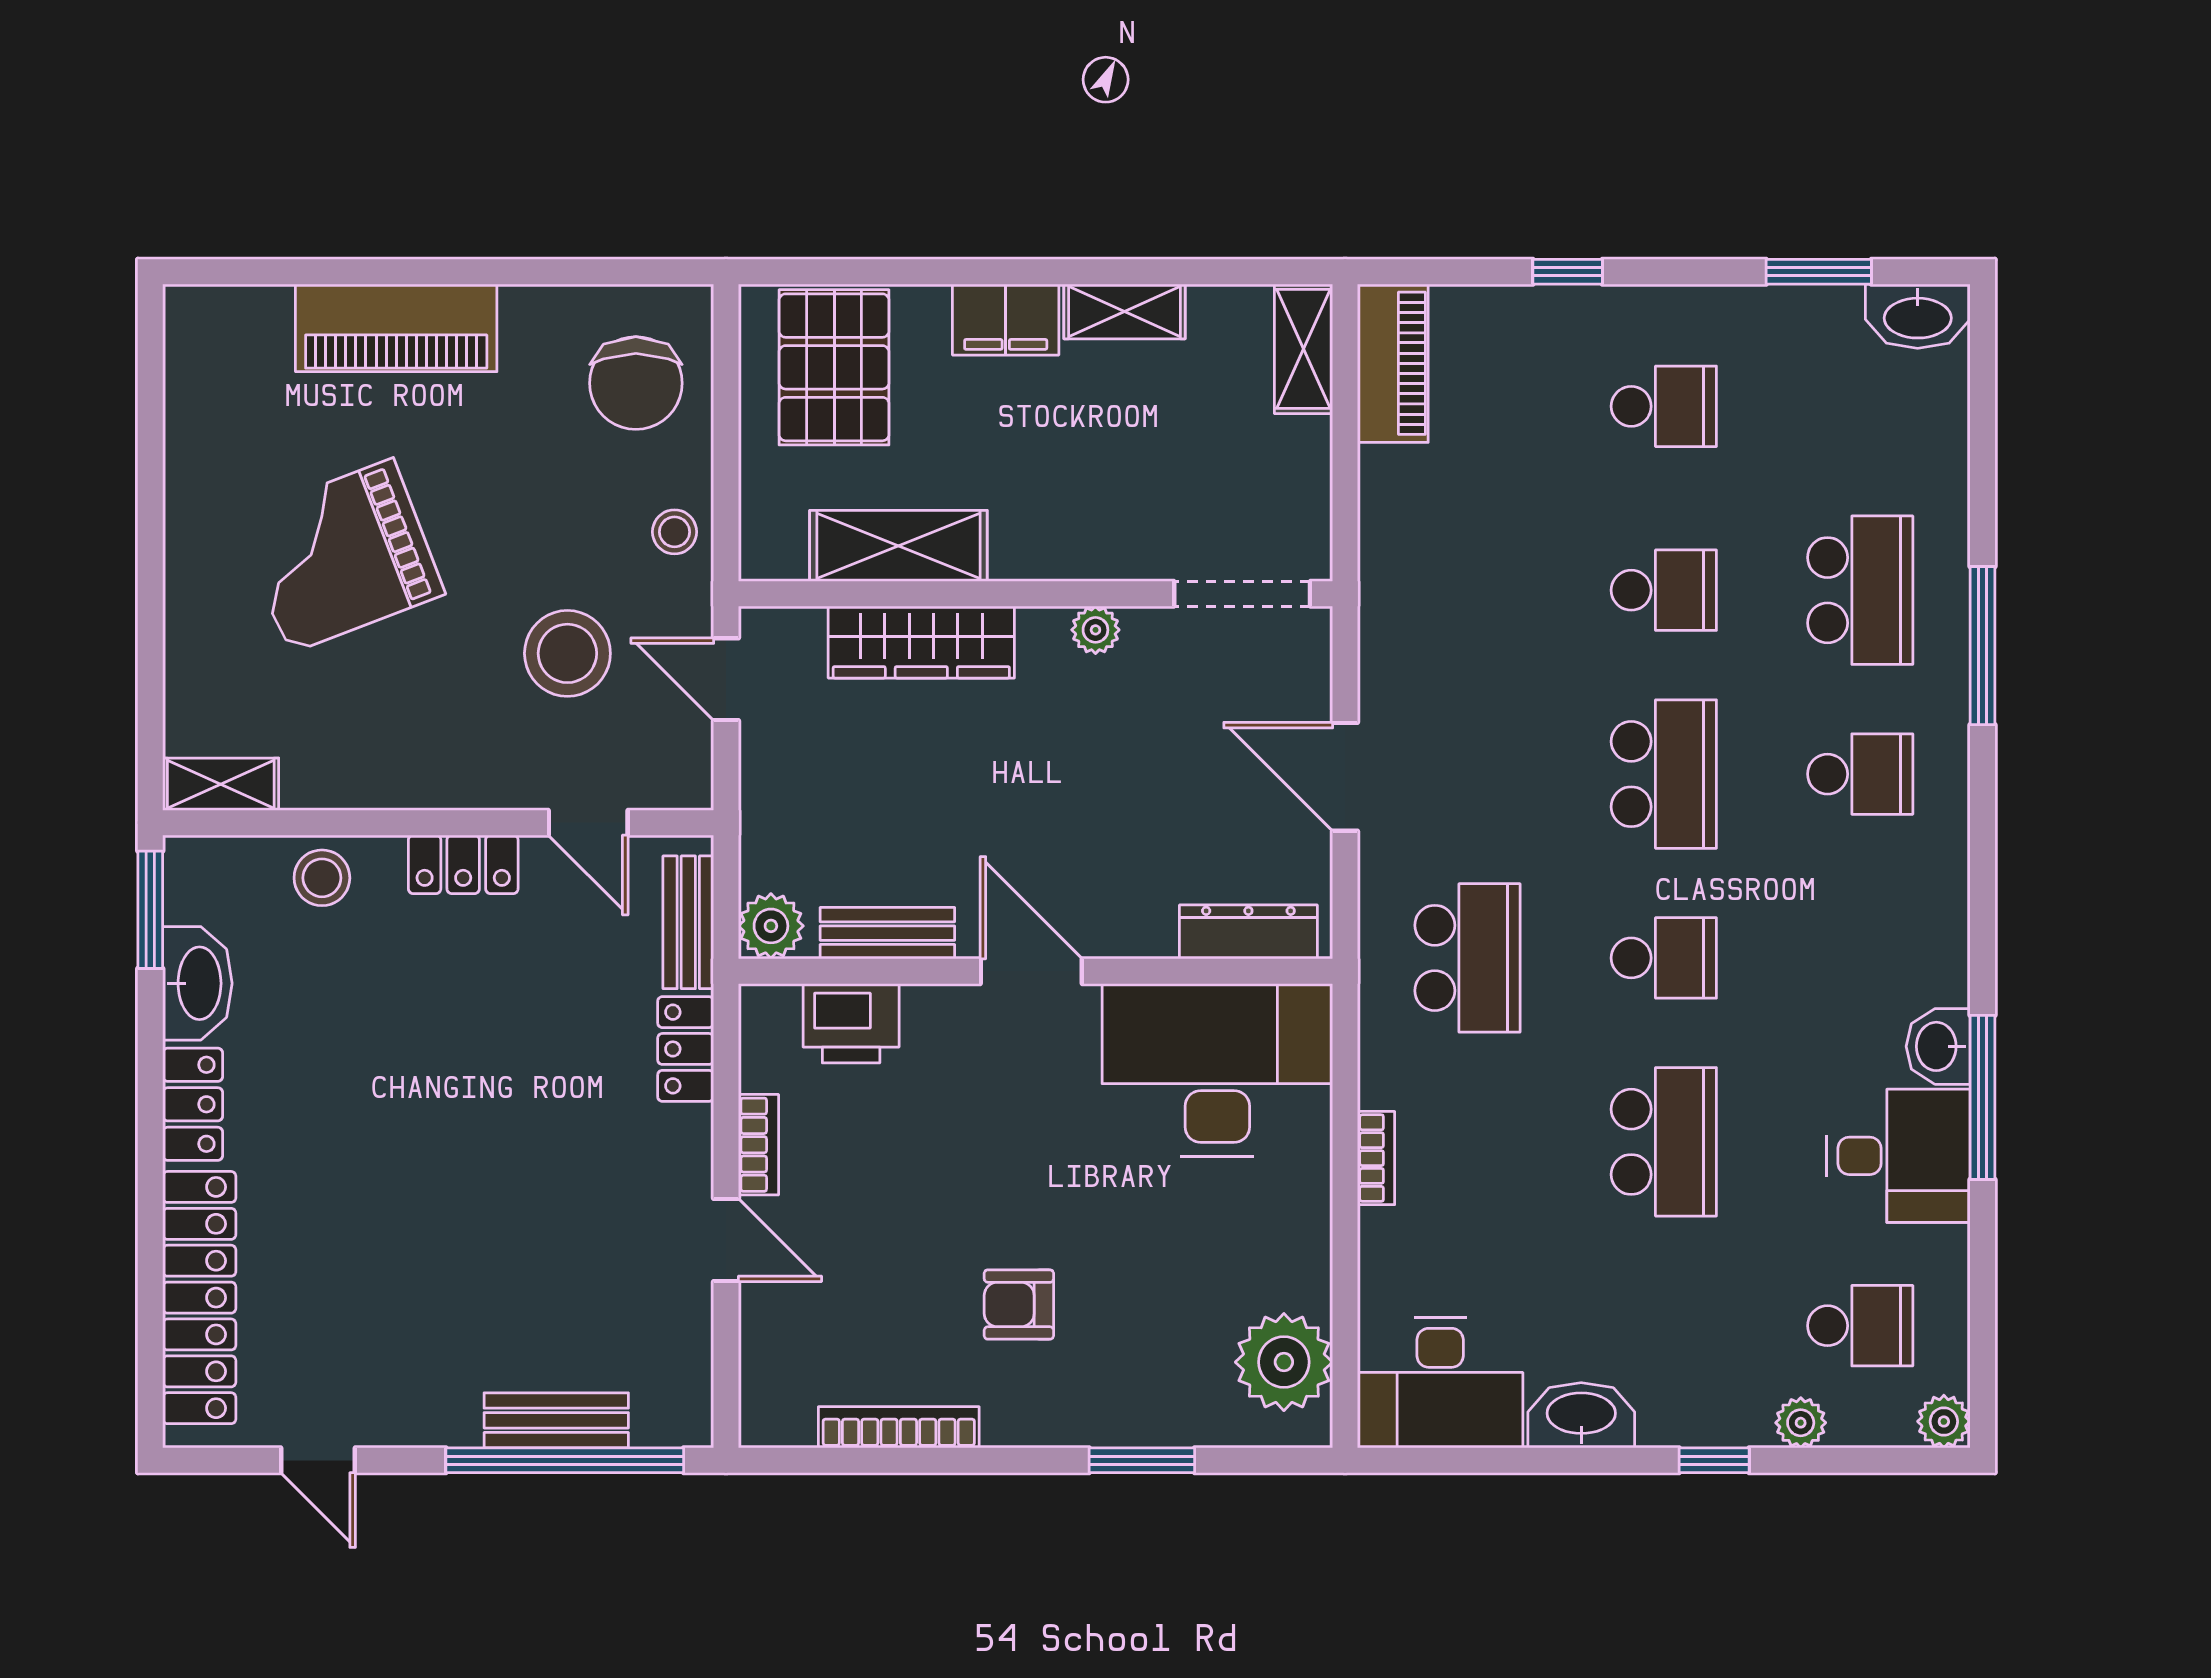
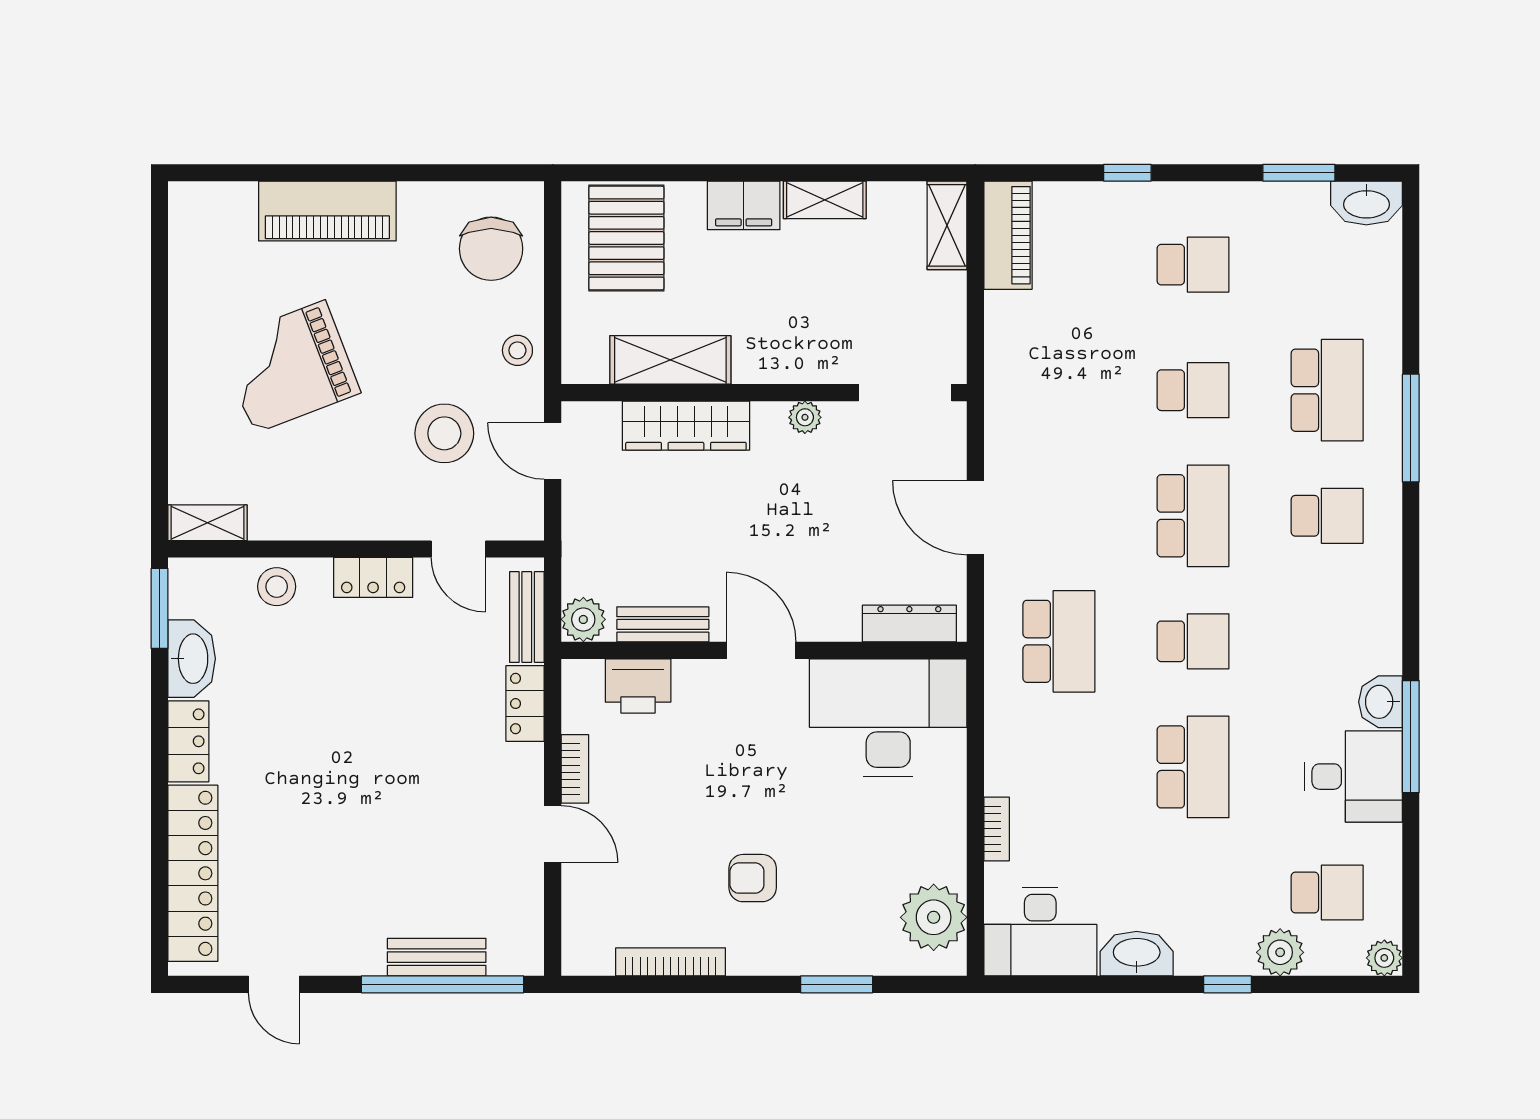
bookcase: (1376, 1158) -> (997, 829), moved
plant: (1801, 1423) -> (1280, 952), width x1.38, depth x1.38

